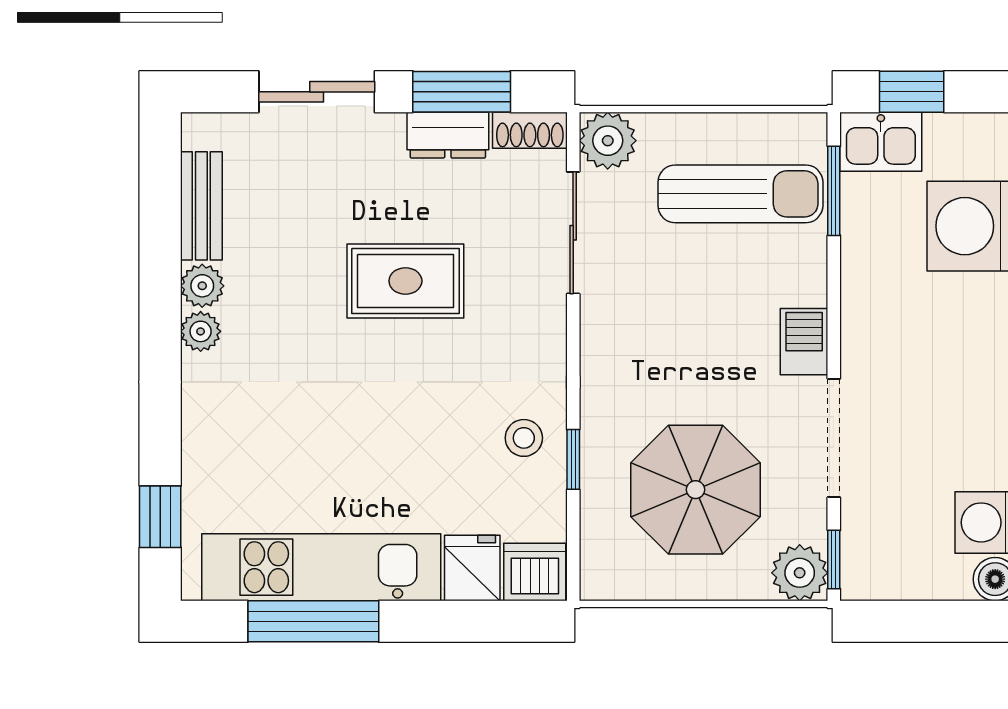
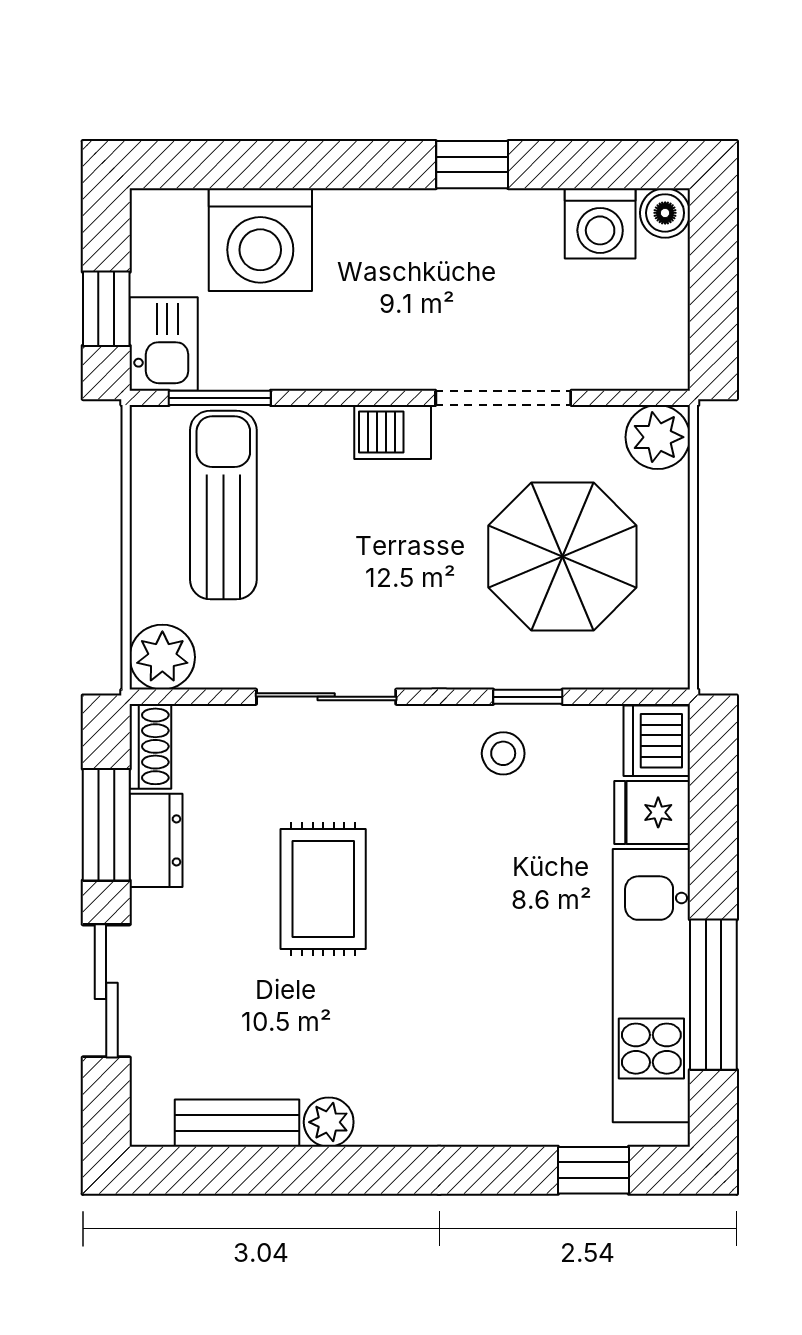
sliding door: (573, 233) -> (326, 697), moved
plant: (201, 331) -> (381, 1124), removed
window: (834, 559) -> (643, 398), removed

